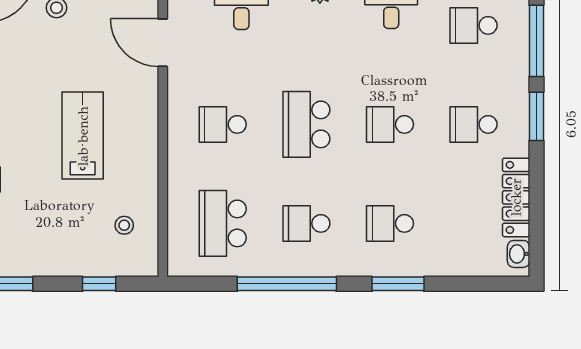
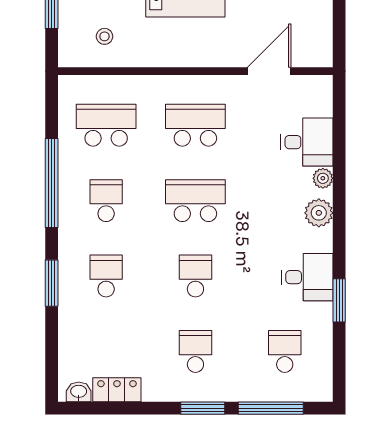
school desk: (223, 124) -> (195, 125), width x1.85
locker: (516, 197) -> (117, 390), width x0.66

